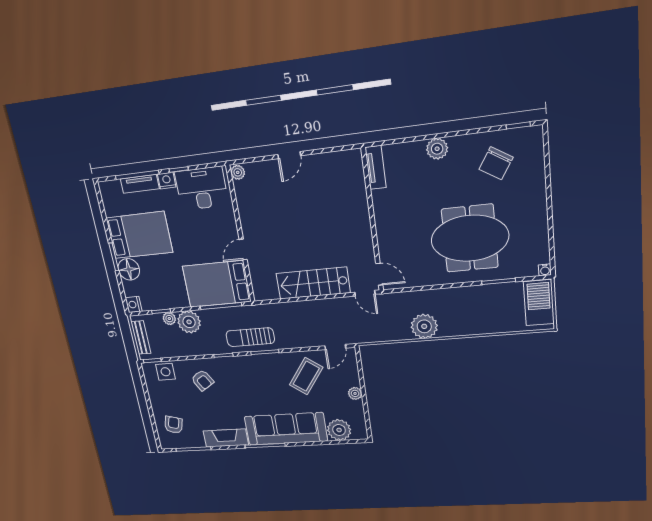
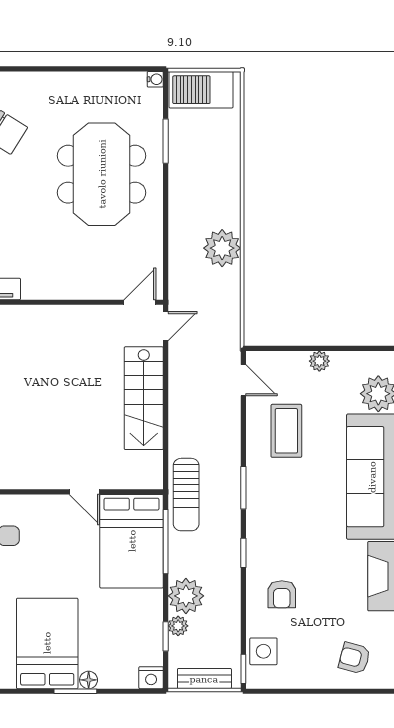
floor lamp: (129, 269) -> (89, 680), width x0.53, depth x0.53
sun lounger: (250, 337) -> (186, 495), moved
coffee table: (306, 376) -> (286, 431), turned 54
armchair: (203, 380) -> (282, 594), turned 122

